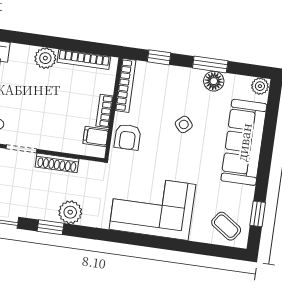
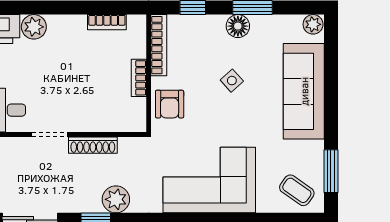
plant: (45, 58) -> (34, 27), moved
bookcase: (84, 59) -> (107, 22), width x0.64
floor lamp: (214, 81) -> (238, 26), moved
filing cabinet: (96, 136) -> (133, 109), removed
window: (258, 214) -> (331, 171), width x1.50

